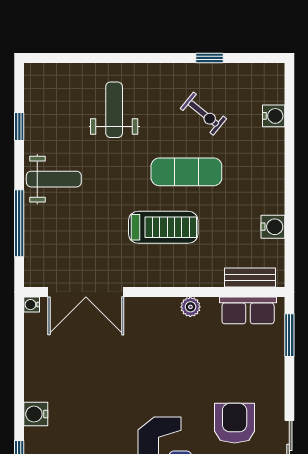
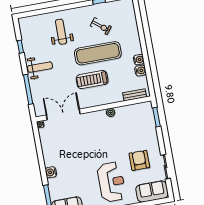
water cooler: (274, 116) -> (139, 60), moved
exercise mat: (186, 172) -> (98, 53), width x1.36, depth x1.45
treadmill: (163, 227) -> (92, 80), turned 180
double door: (86, 292) -> (63, 114), swing flipped
row of seats: (248, 310) -> (136, 110), removed

